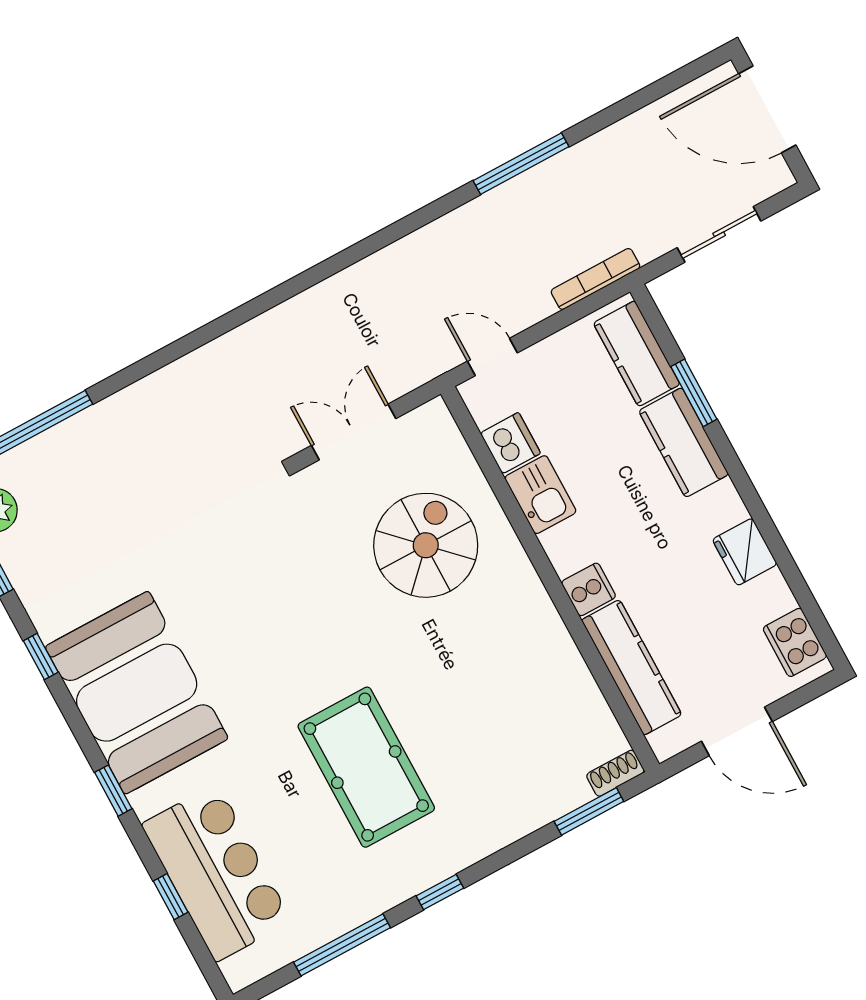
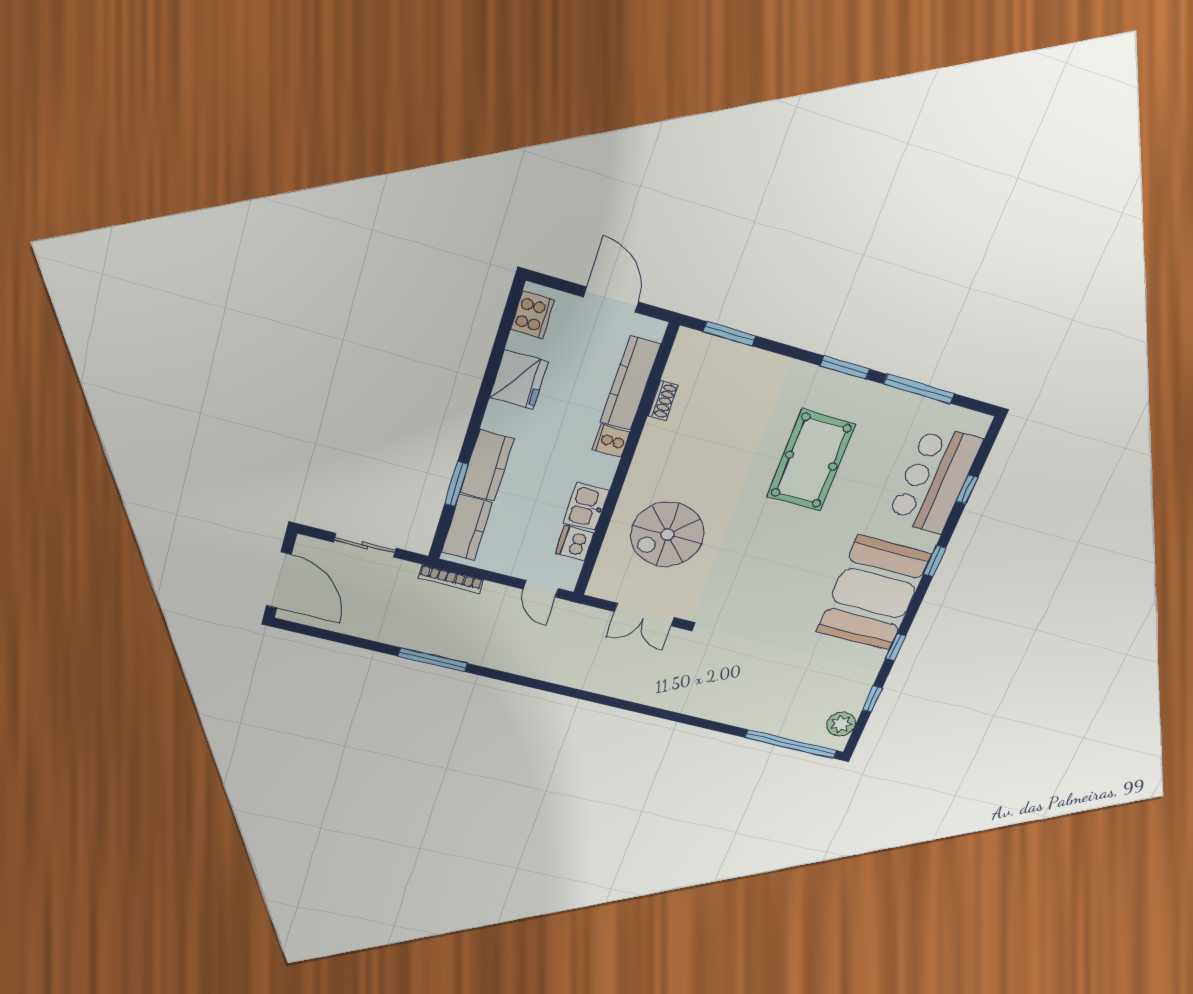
fridge: (745, 552) -> (519, 380), width x1.36, depth x1.34
shoe rack: (615, 773) -> (663, 400), moved, turned -90
window: (440, 892) -> (845, 367), width x1.50

